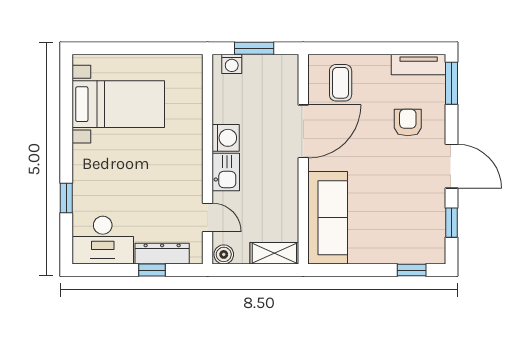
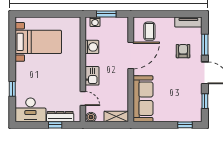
window: (452, 83) -> (205, 45), moved
washing machine: (226, 138) -> (92, 47), moved

